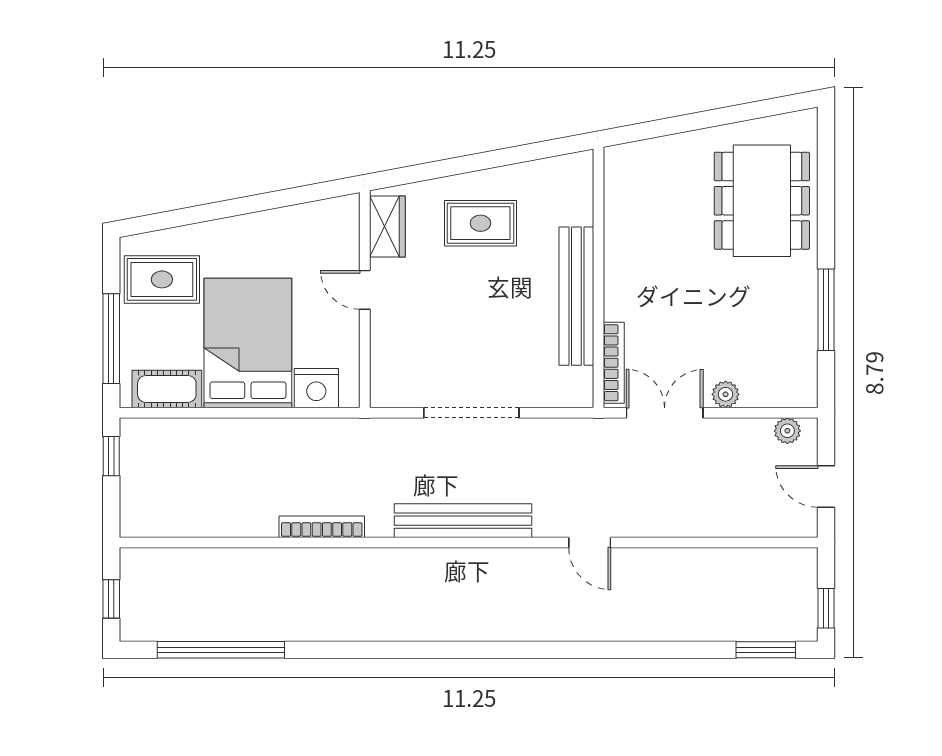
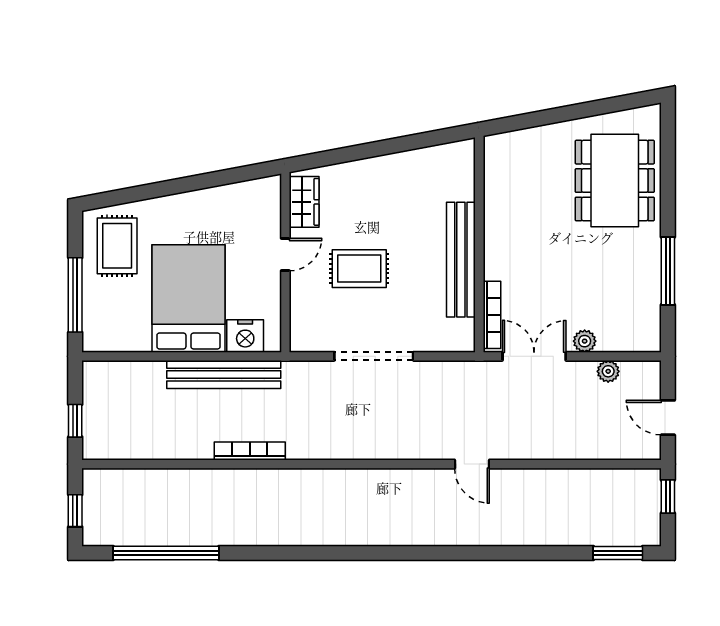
rug: (480, 223) -> (359, 269), moved
rug: (162, 279) -> (117, 246), turned 90
door: (365, 290) -> (285, 254), swing flipped
cot: (167, 389) -> (121, 337), removed
plant: (787, 431) -> (608, 371), moved
window: (111, 456) -> (75, 421), moved
bench: (463, 521) -> (224, 375), moved
window: (826, 608) -> (668, 496), moved

